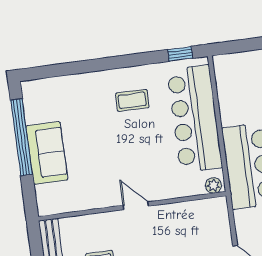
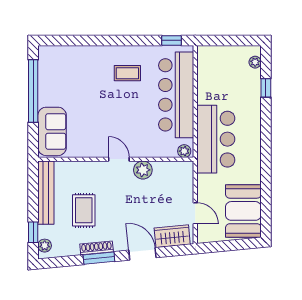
sofa: (47, 153) -> (52, 131), moved
plant: (167, 215) -> (143, 170), added

